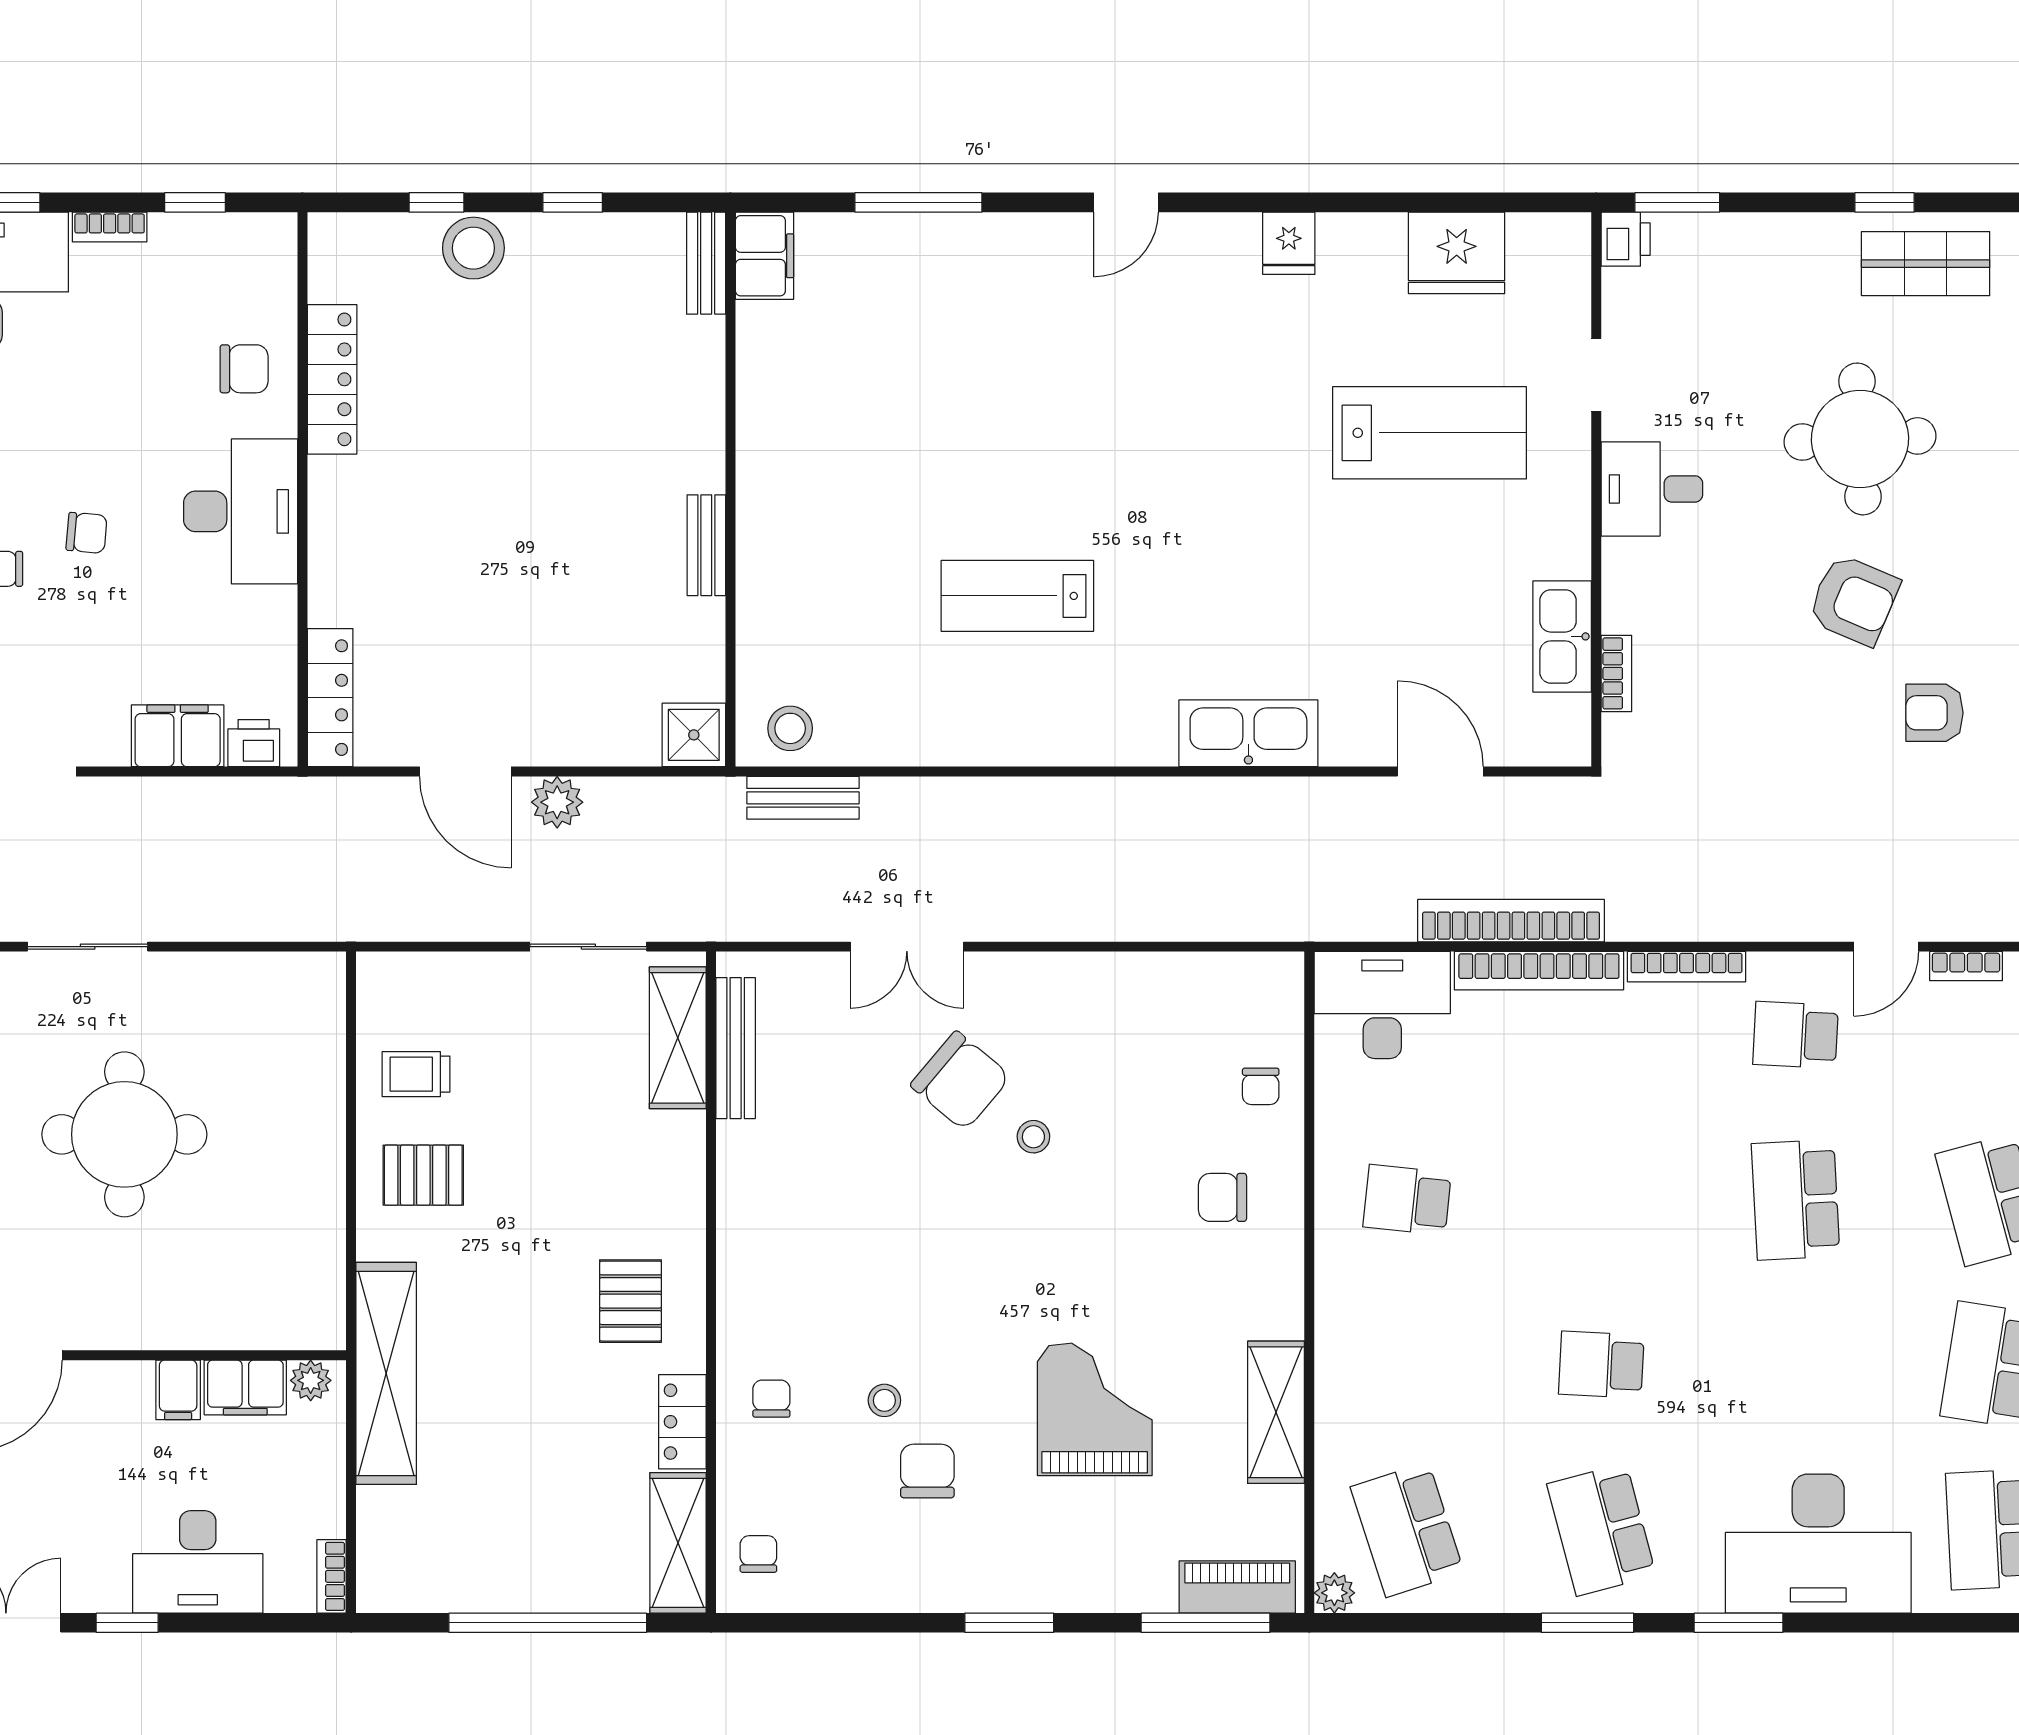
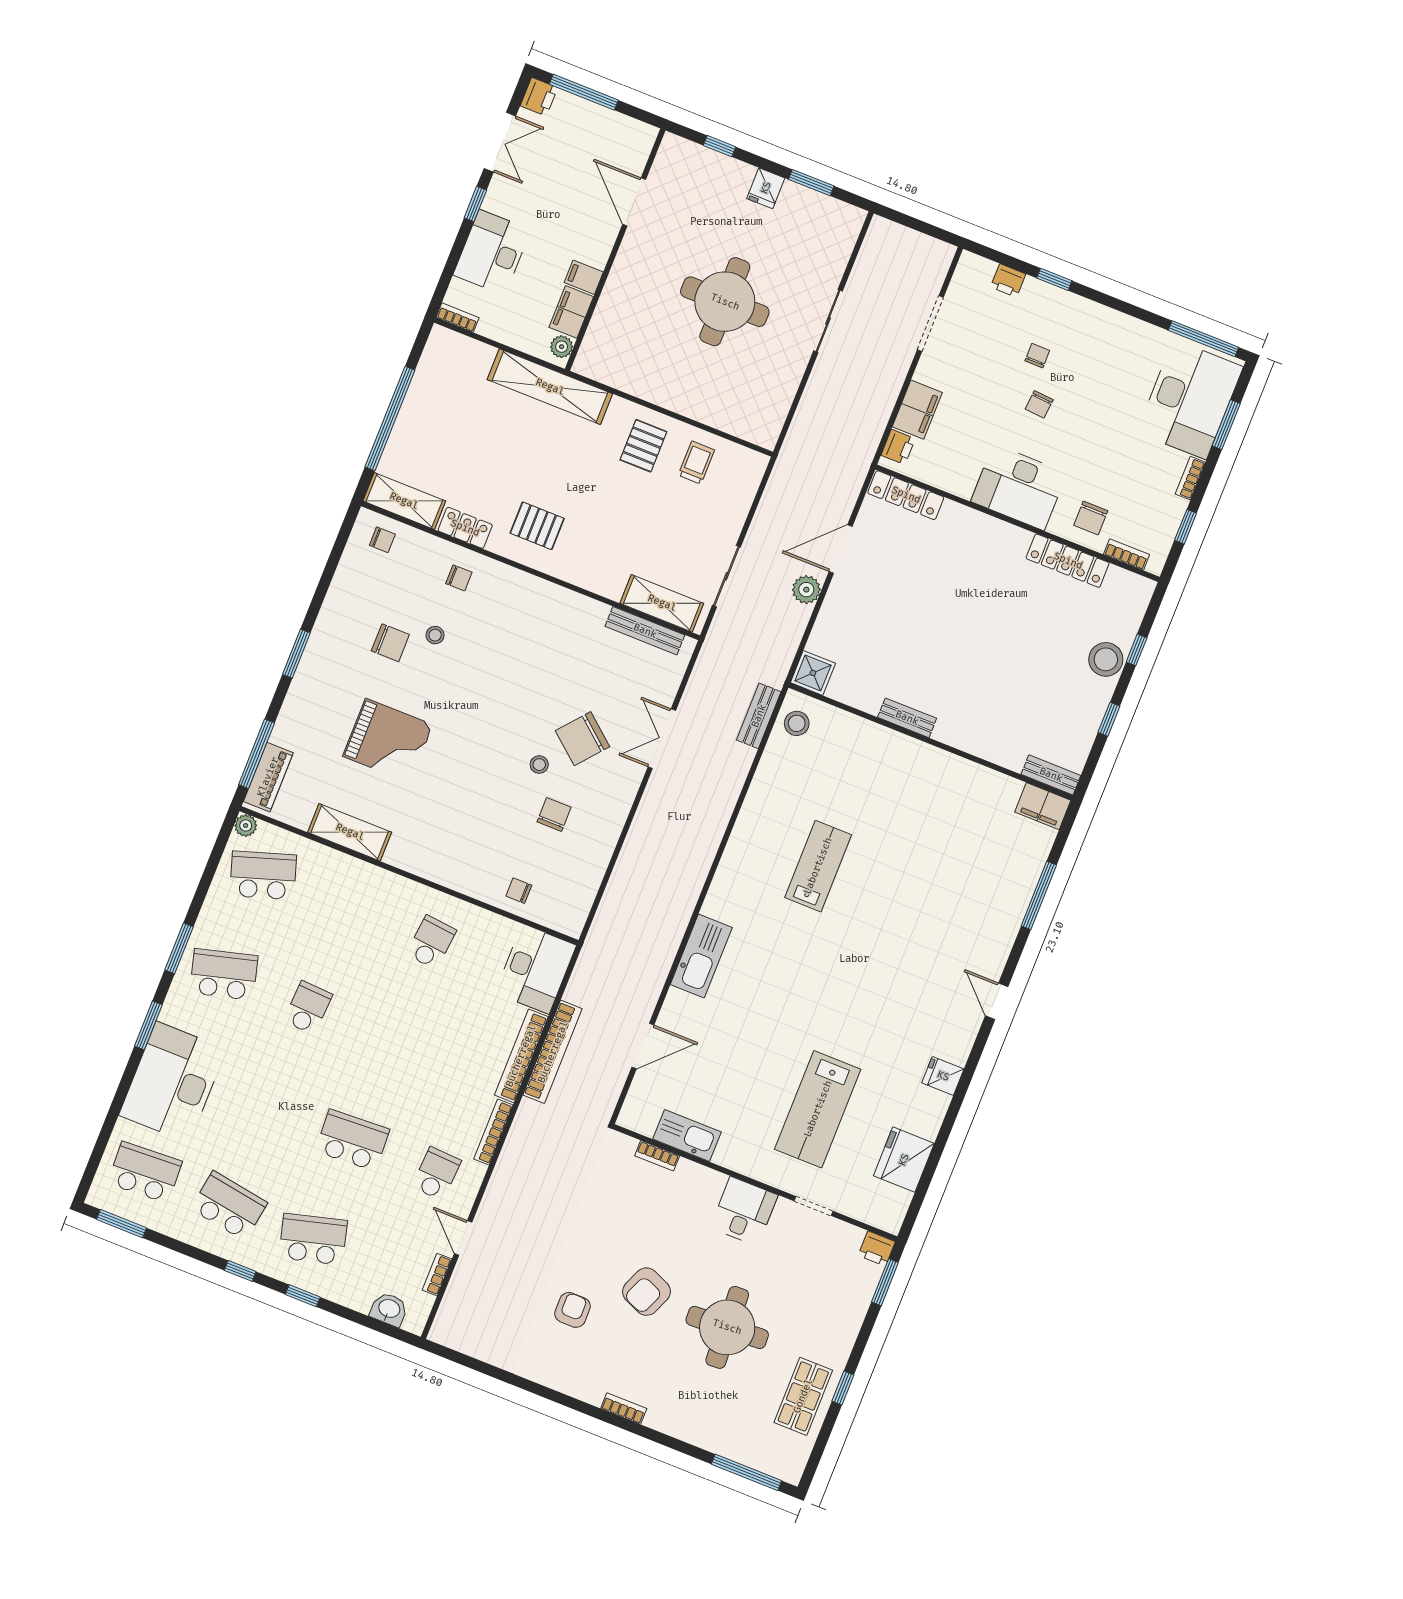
bookcase: (282, 284) -> (1126, 554), added
chair: (1222, 1197) -> (554, 814), moved

